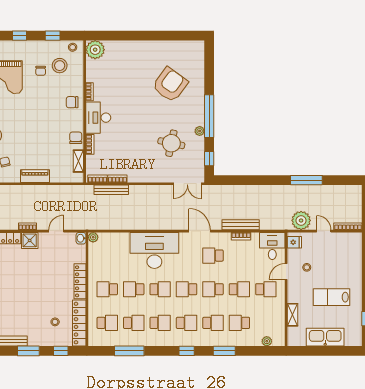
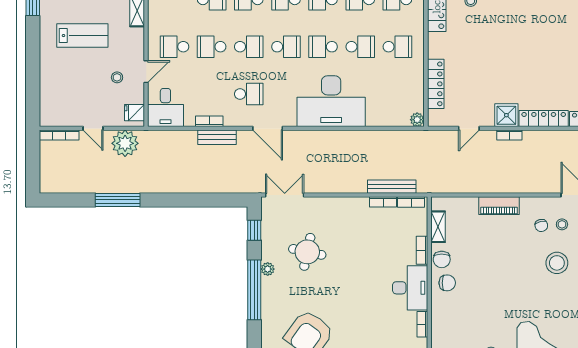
chair: (72, 102) -> (447, 283), moved
bench: (241, 225) -> (217, 137), width x0.73
washbasin: (81, 238) -> (434, 118), removed
locker: (80, 281) -> (436, 84), moved

